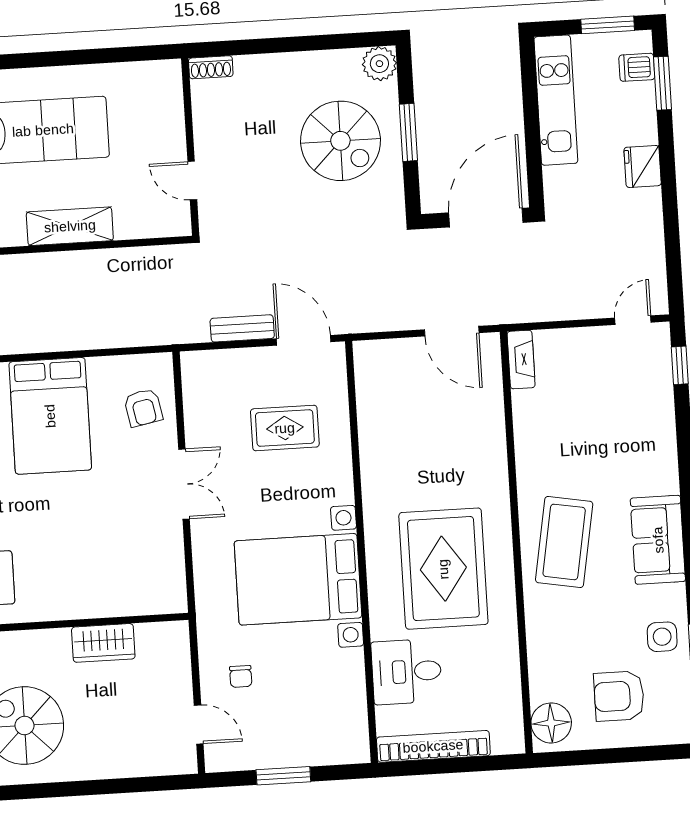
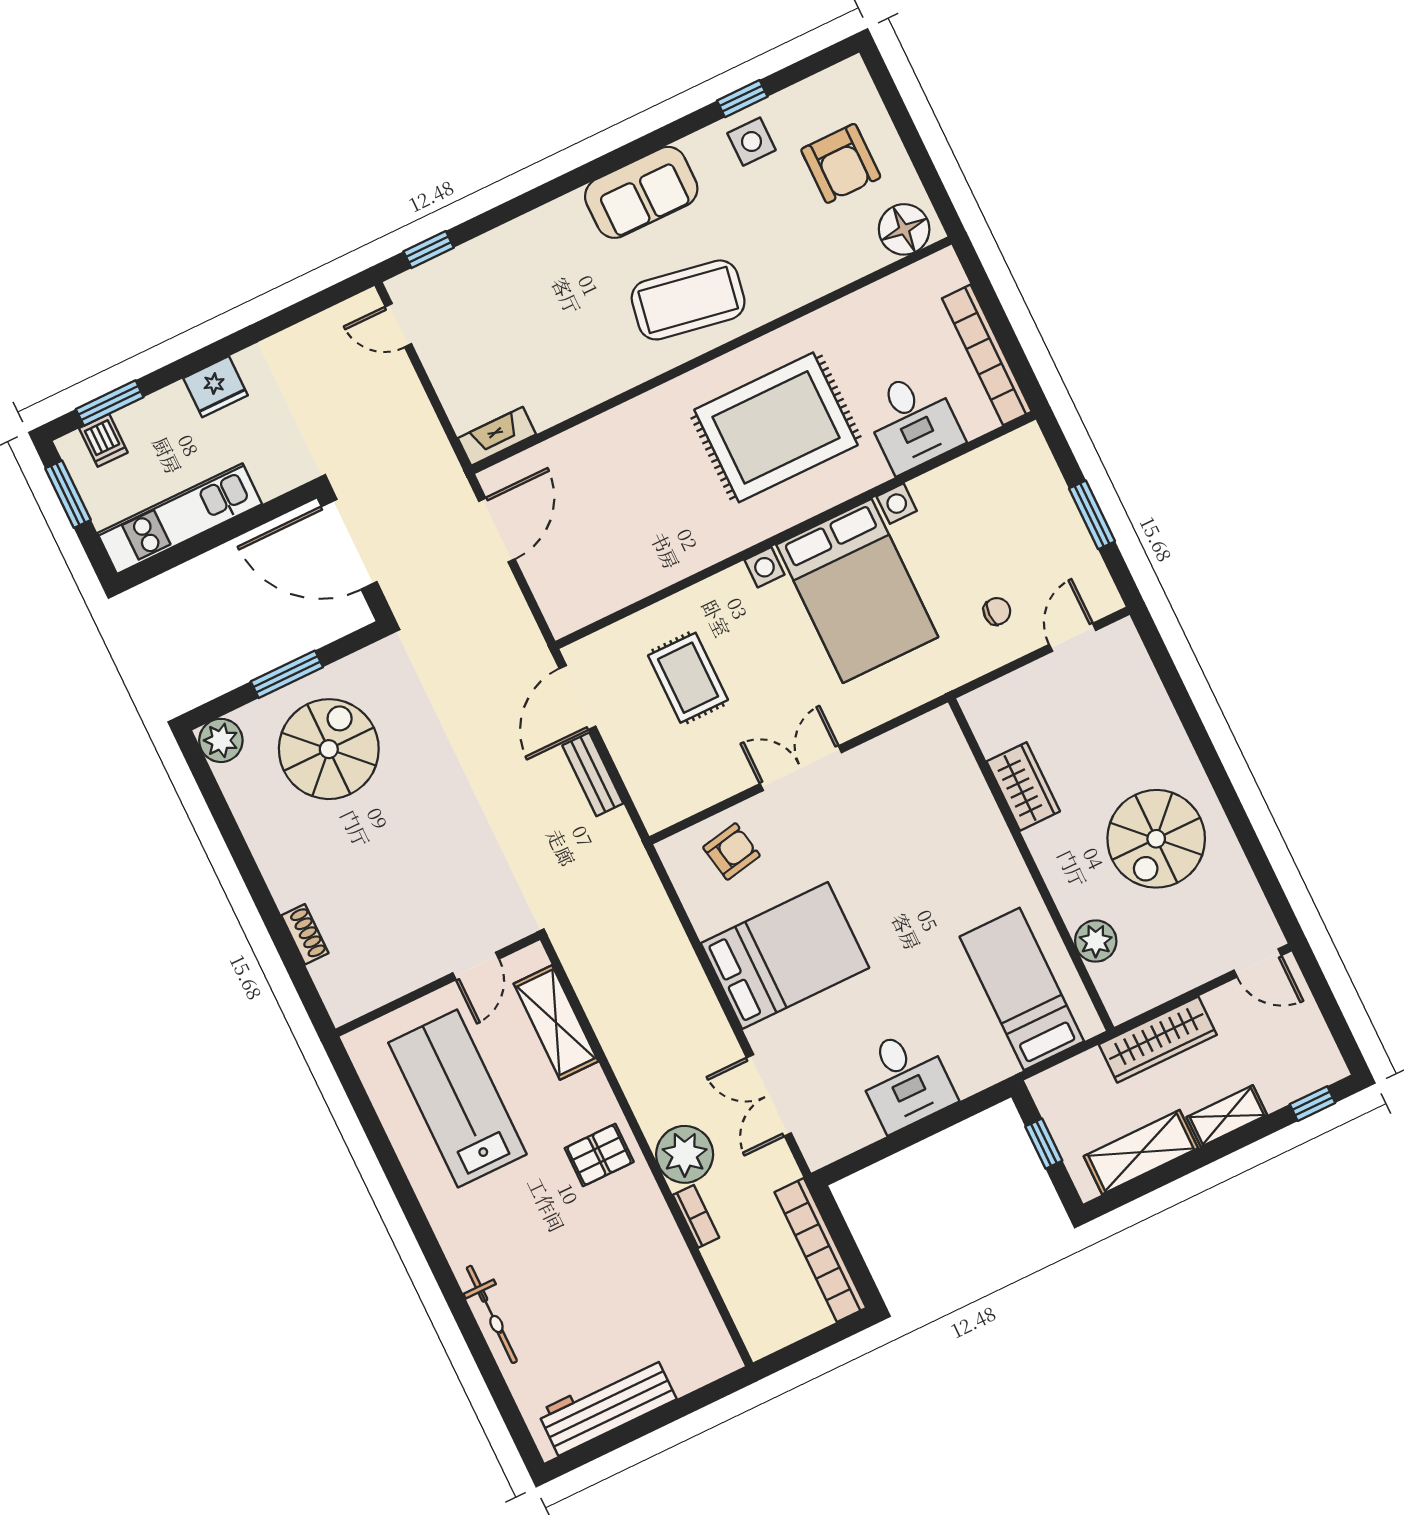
wall: (190, 147) -> (438, 984), moved
door: (192, 181) -> (476, 966), moved

